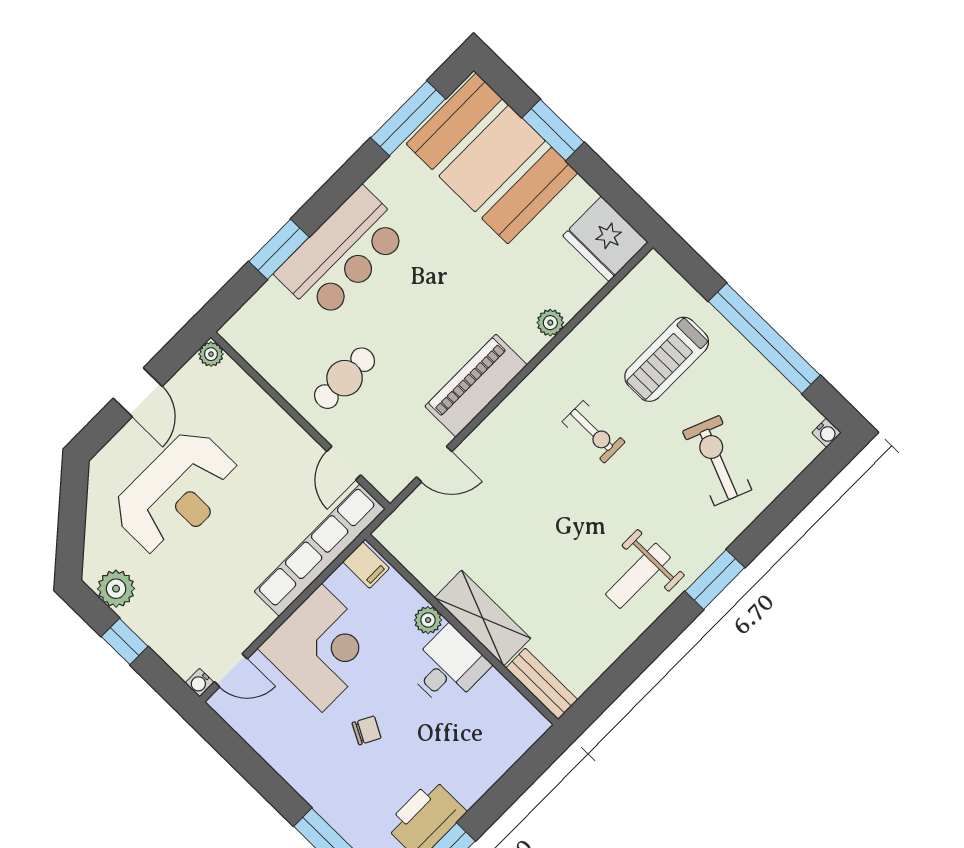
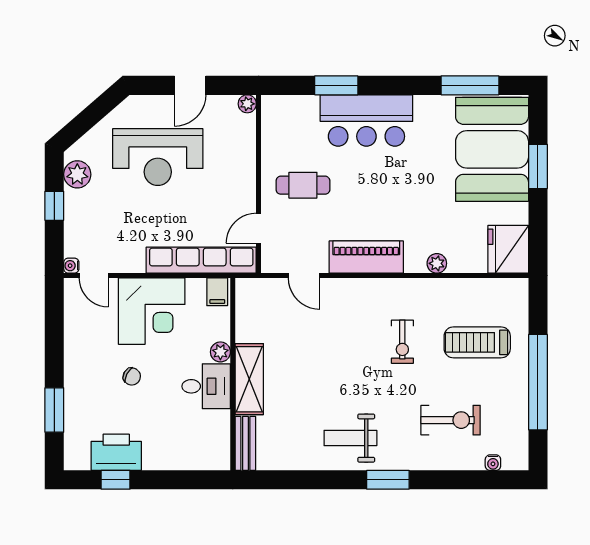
water cooler: (827, 433) -> (493, 463), moved
exercise bike: (717, 460) -> (451, 420), turned 68

